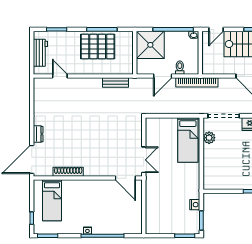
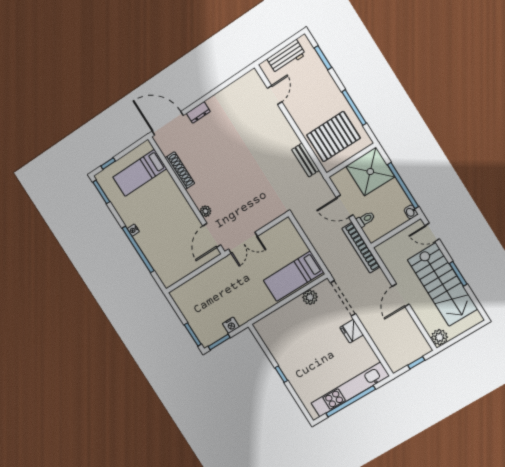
pallet: (98, 47) -> (333, 137), moved, turned 90
plant: (106, 172) -> (206, 211), added

